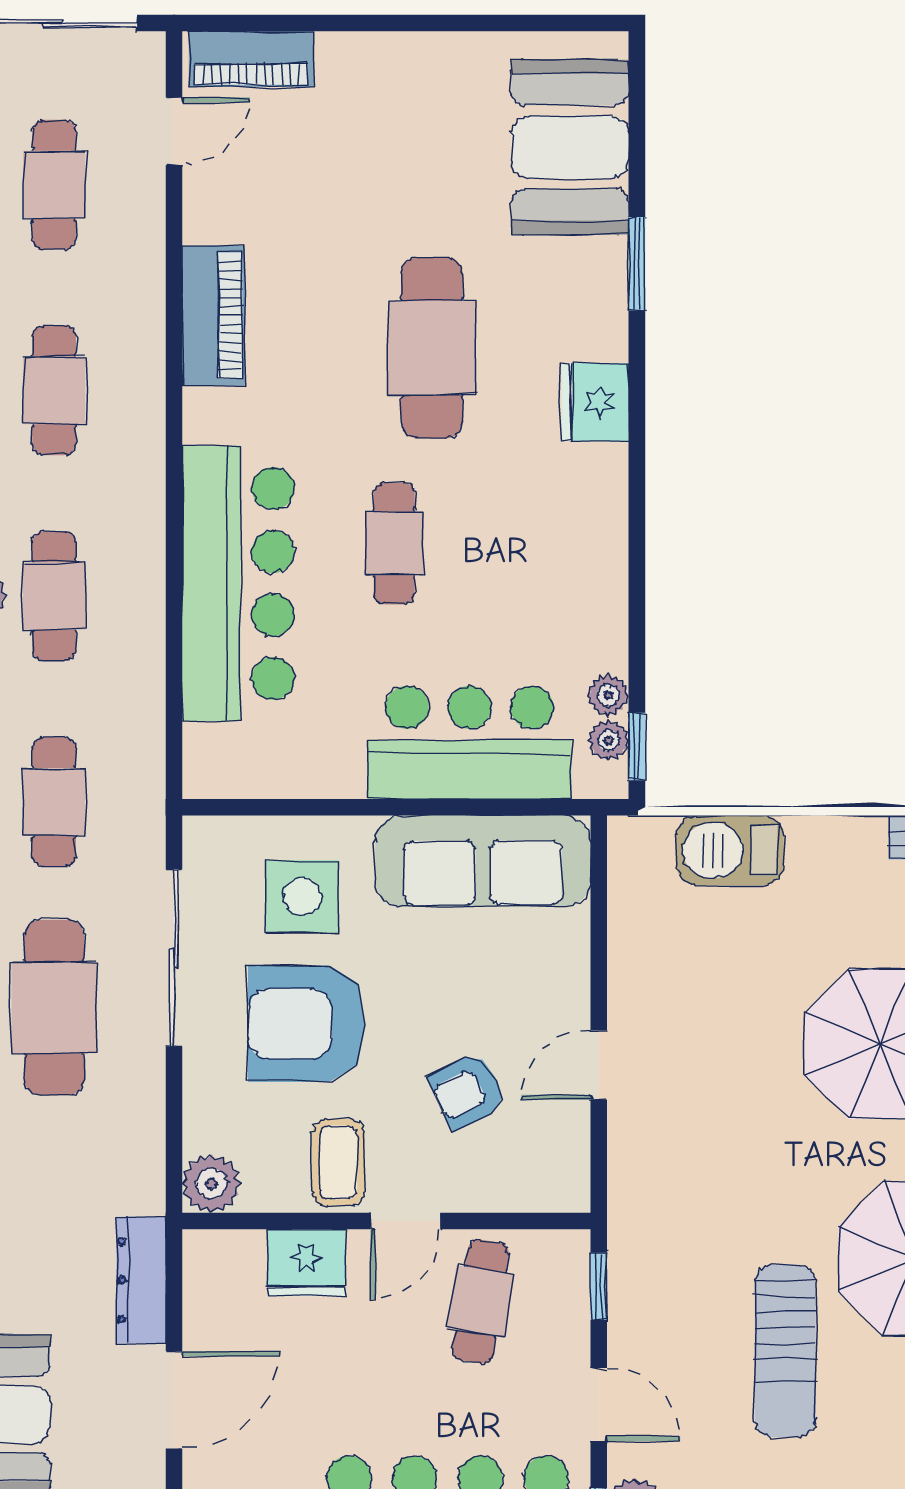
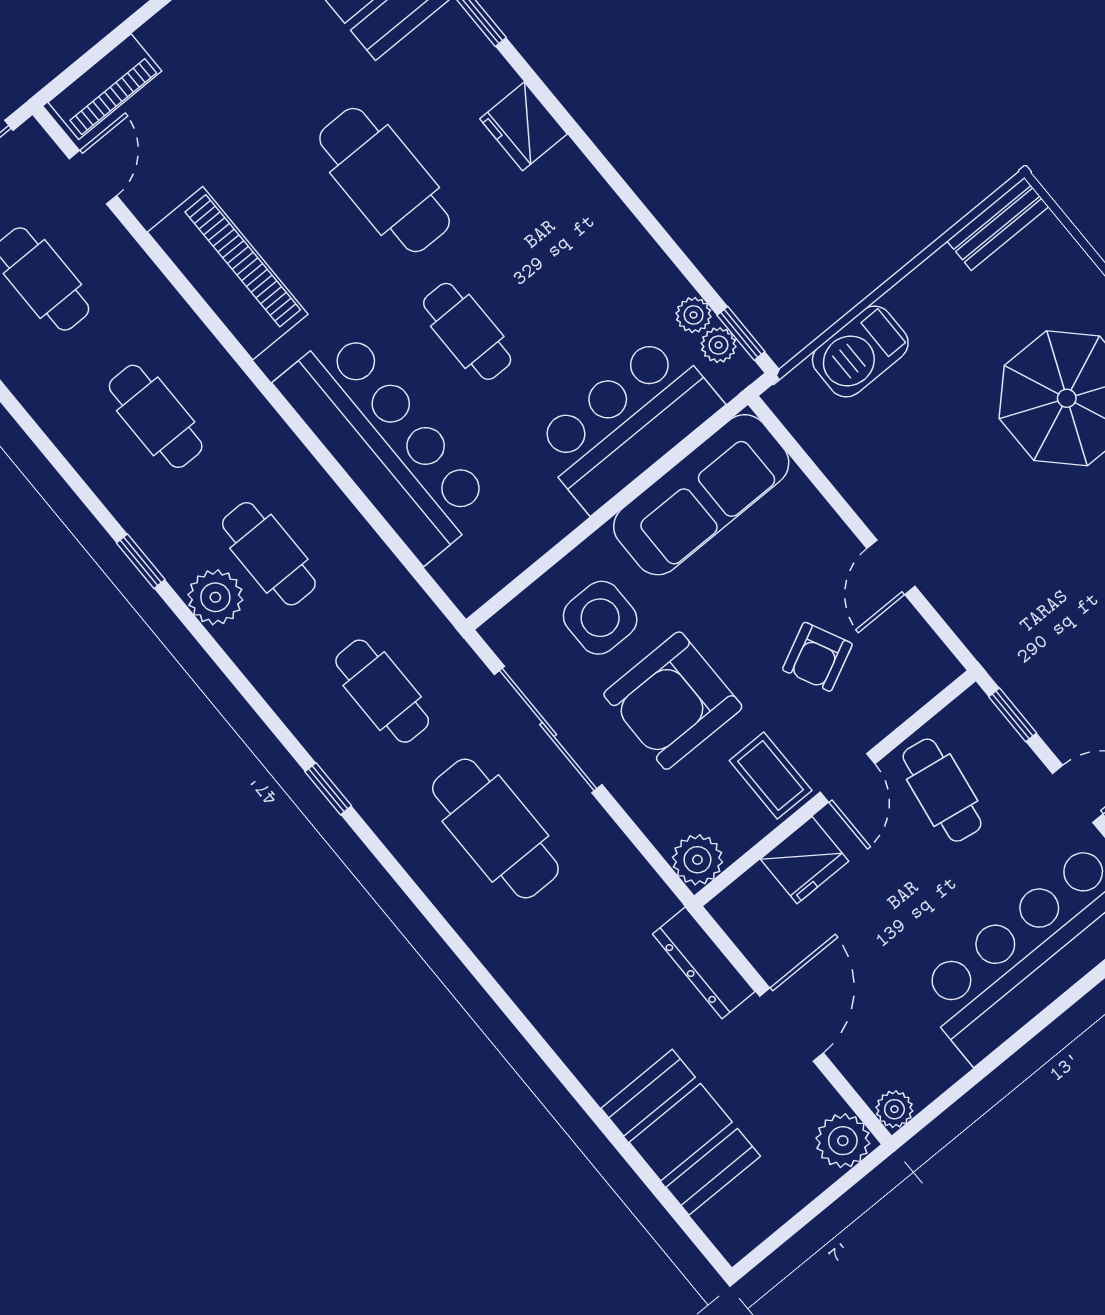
piano: (213, 316) -> (228, 273), width x1.37, depth x1.33

